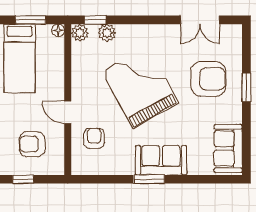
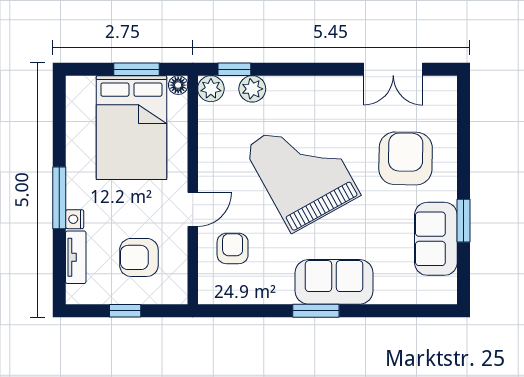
bed: (20, 58) -> (131, 128), width x1.50
armchair: (208, 79) -> (406, 158), turned -89
window: (246, 87) -> (463, 221), moved
door: (68, 112) -> (193, 209), swing flipped
sofa: (228, 148) -> (436, 239), moved

